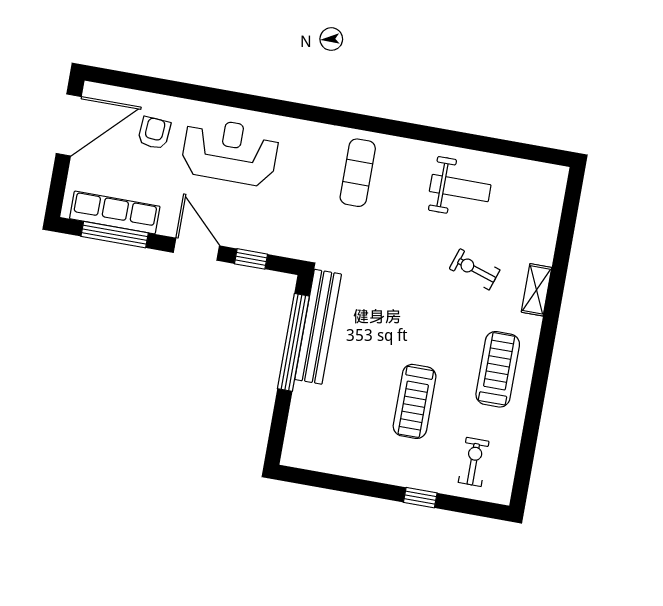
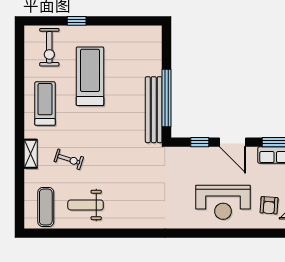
exercise mat: (358, 173) -> (46, 207), moved
treadmill: (498, 369) -> (45, 104), turned 180
treadmill: (415, 401) -> (90, 76), width x1.37, depth x1.38
exercise bike: (474, 462) -> (49, 47), width x1.38, depth x1.39

